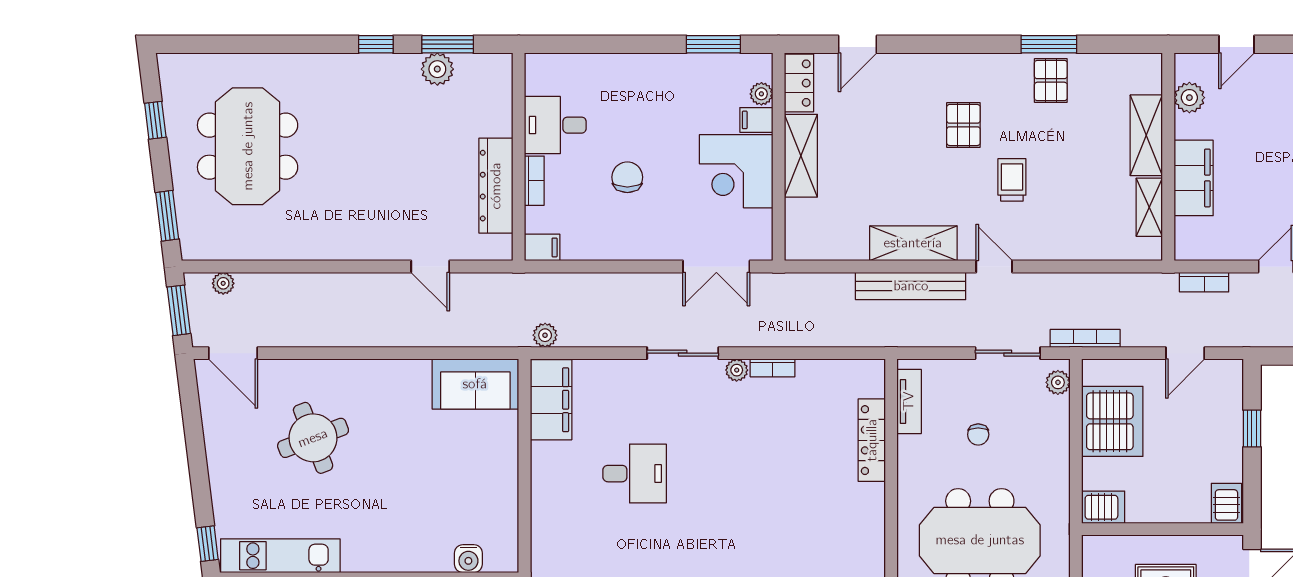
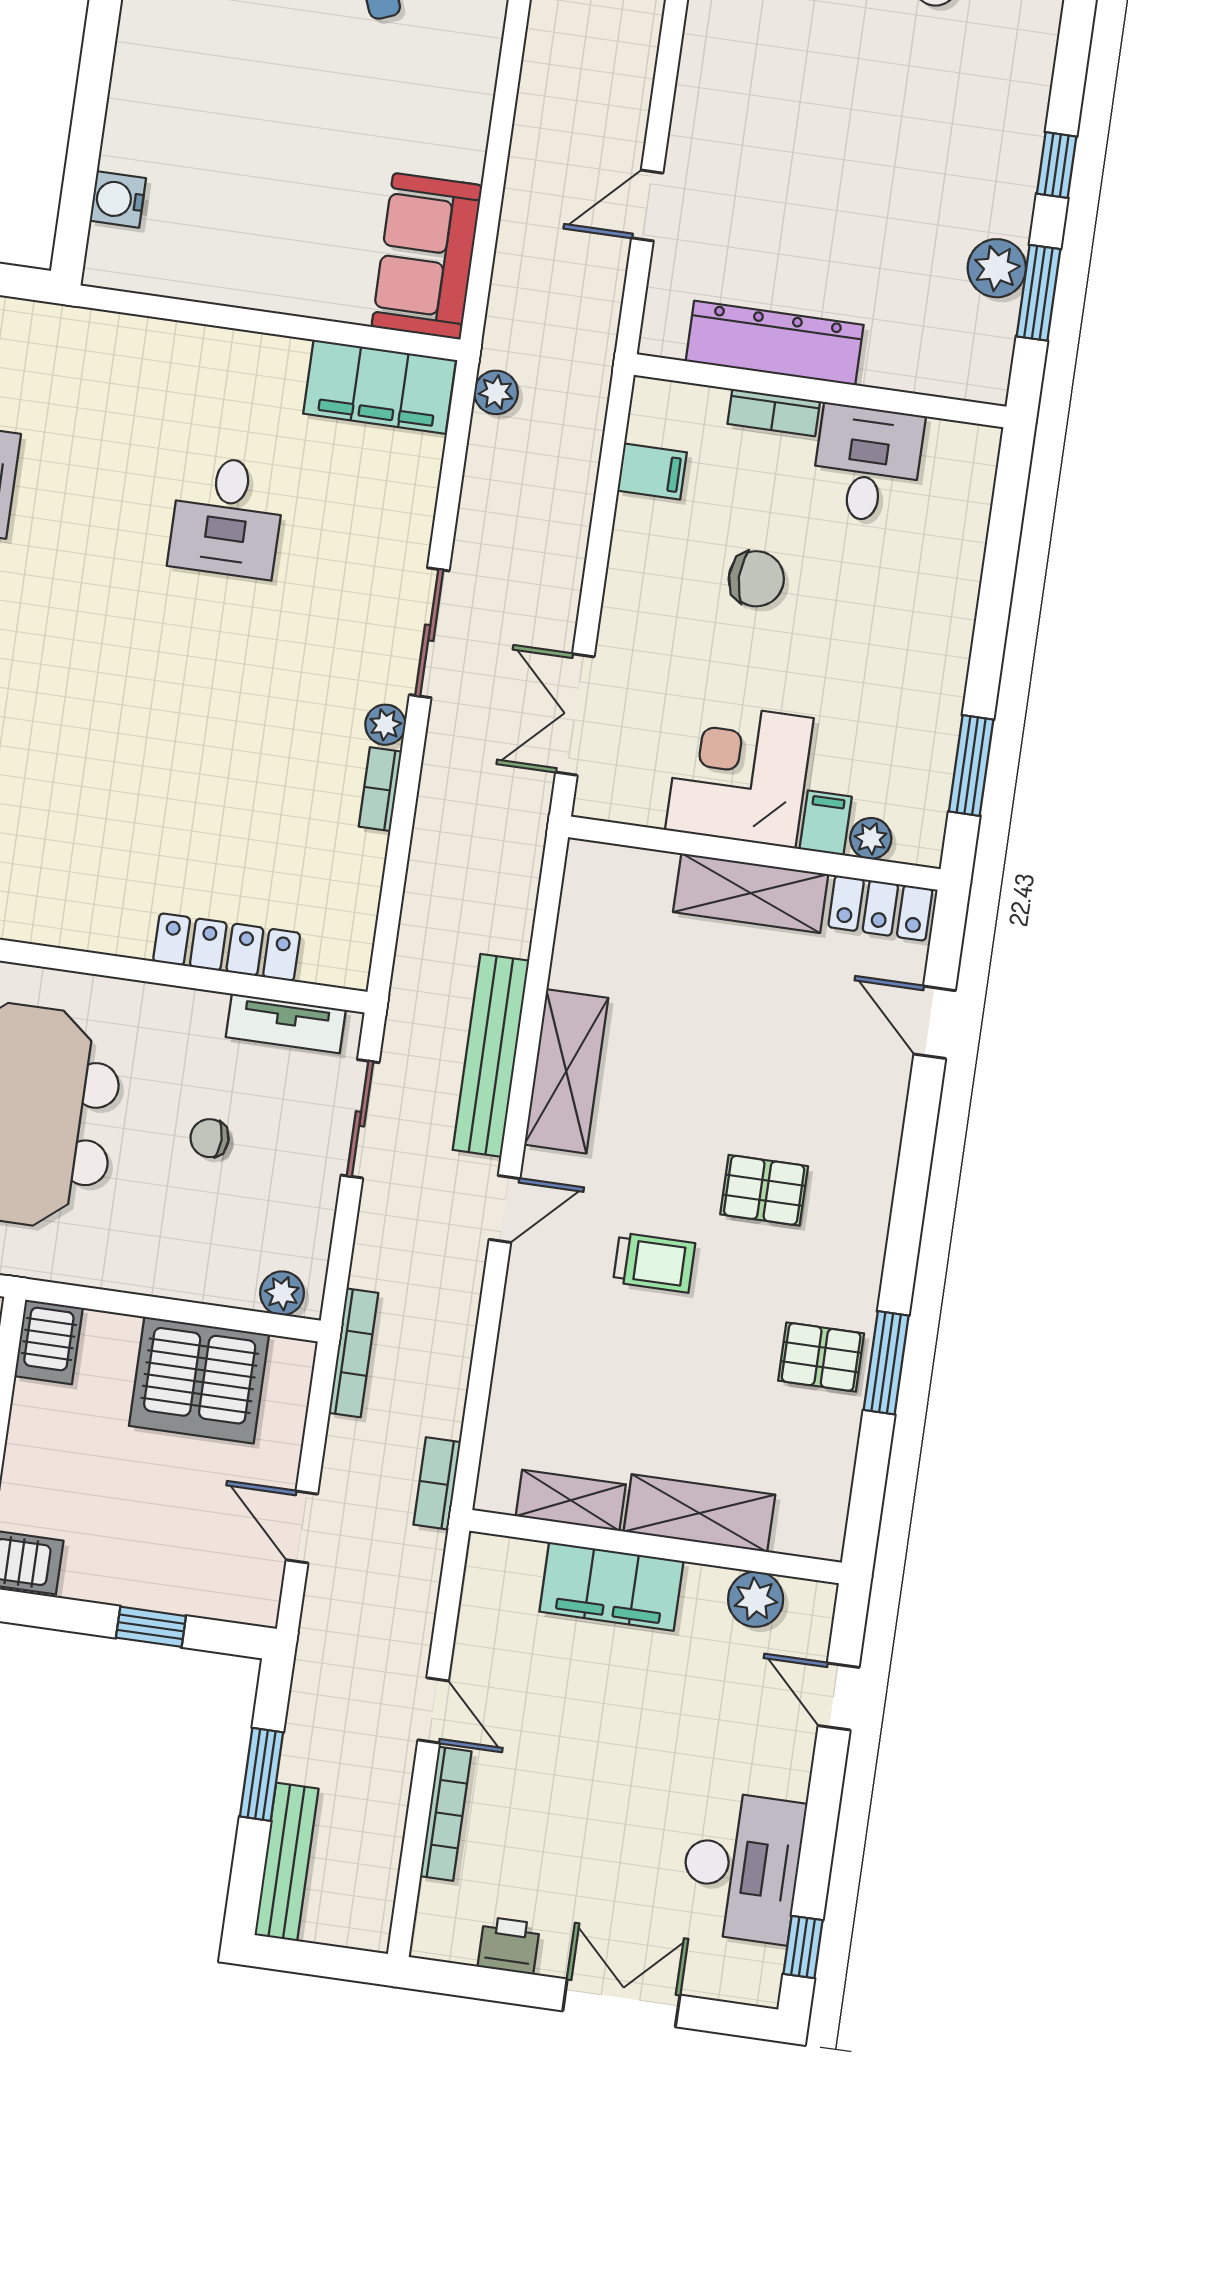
filing cabinet: (542, 247) -> (652, 472), moved, turned -90
bookcase: (1204, 282) -> (437, 1483), moved
sliding door: (1008, 353) -> (360, 1119), moved

